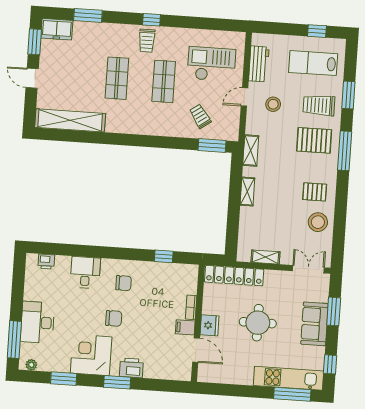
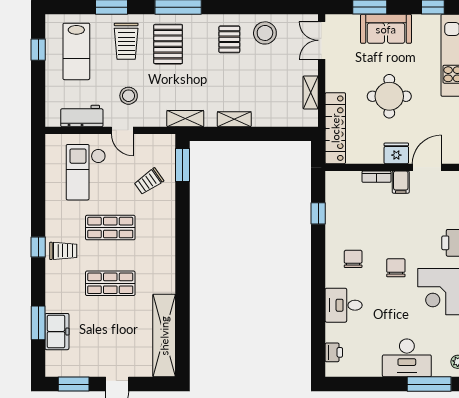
freezer: (57, 29) -> (57, 332), moved

